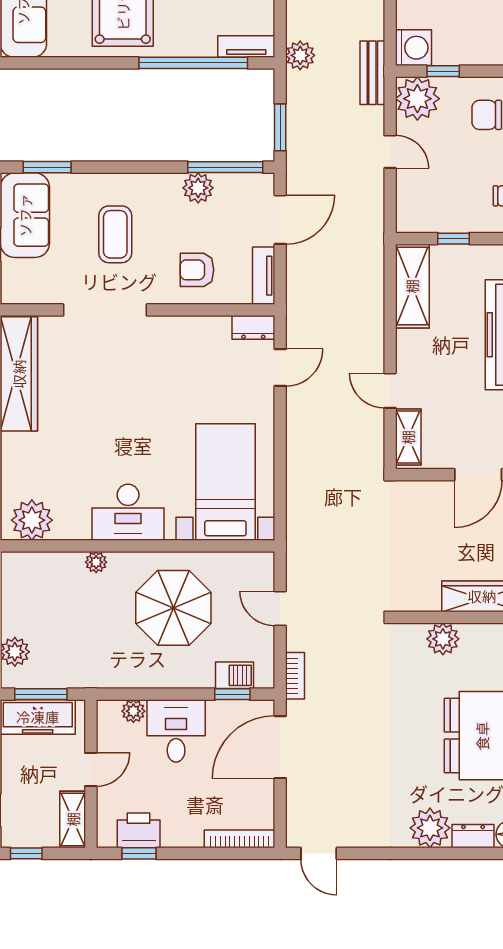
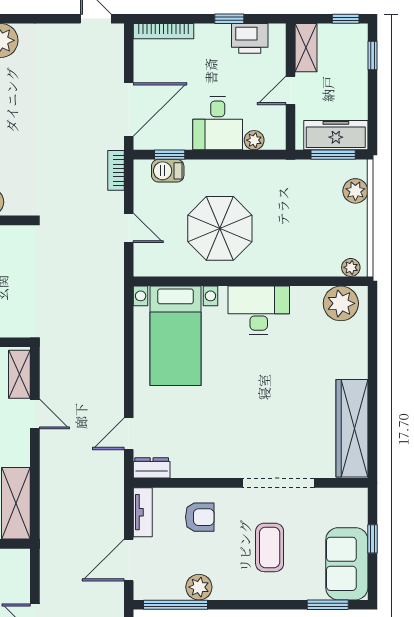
plant: (96, 562) -> (351, 267), moved
window: (139, 853) -> (229, 19), moved

